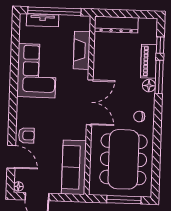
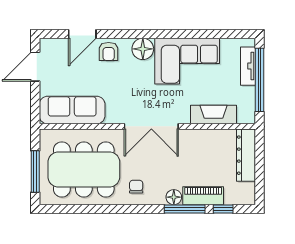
floor lamp: (18, 186) -> (143, 49), moved, width x1.89, depth x1.89

